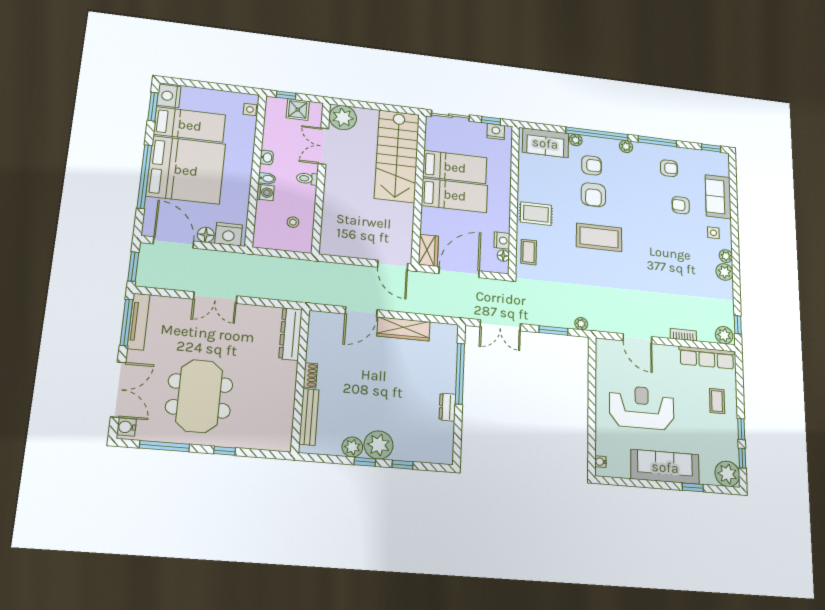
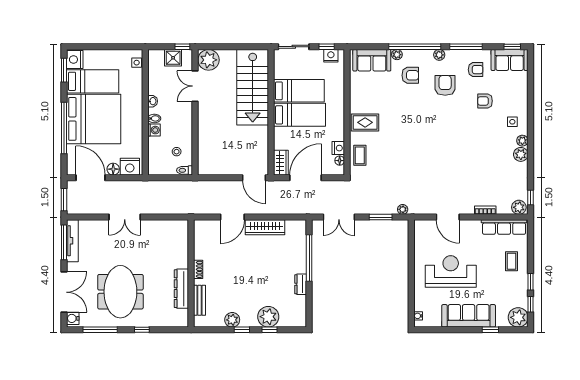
window: (286, 95) -> (182, 47), moved
toilet: (307, 179) -> (185, 170), moved
armchair: (593, 195) -> (445, 85), moved, turned 180
sofa: (718, 197) -> (510, 60), moved, turned -90
coffee table: (599, 237) -> (417, 137), removed
dresser: (290, 334) -> (181, 289), moved
bench: (309, 417) -> (200, 300), width x0.73
plant: (379, 445) -> (268, 317), moved

